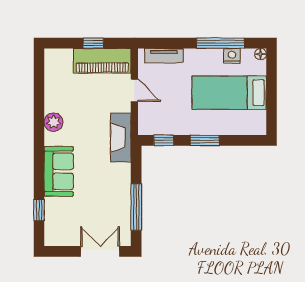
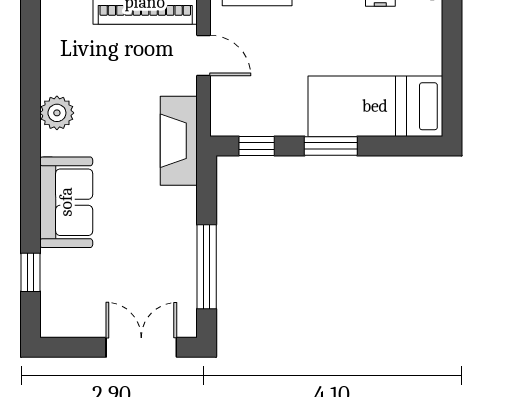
bed: (229, 93) -> (375, 106), moved

